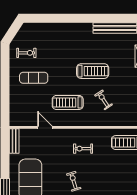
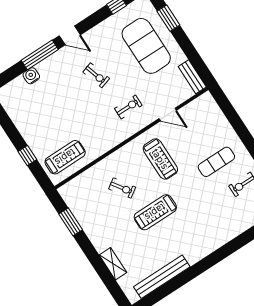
treadmill: (68, 102) -> (160, 159), turned 90
exercise bike: (83, 149) -> (128, 107), moved

